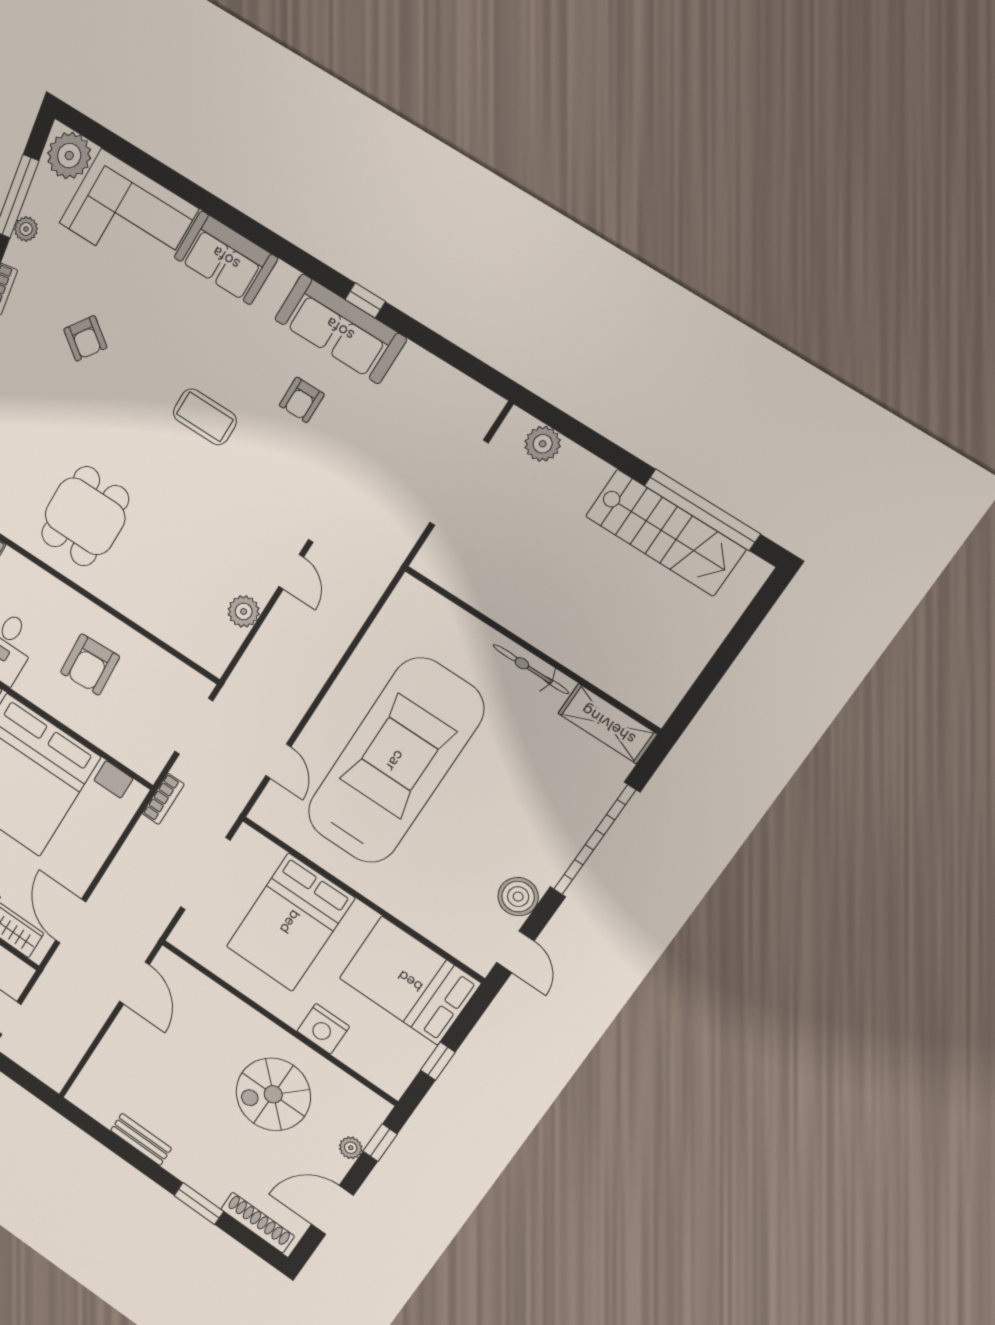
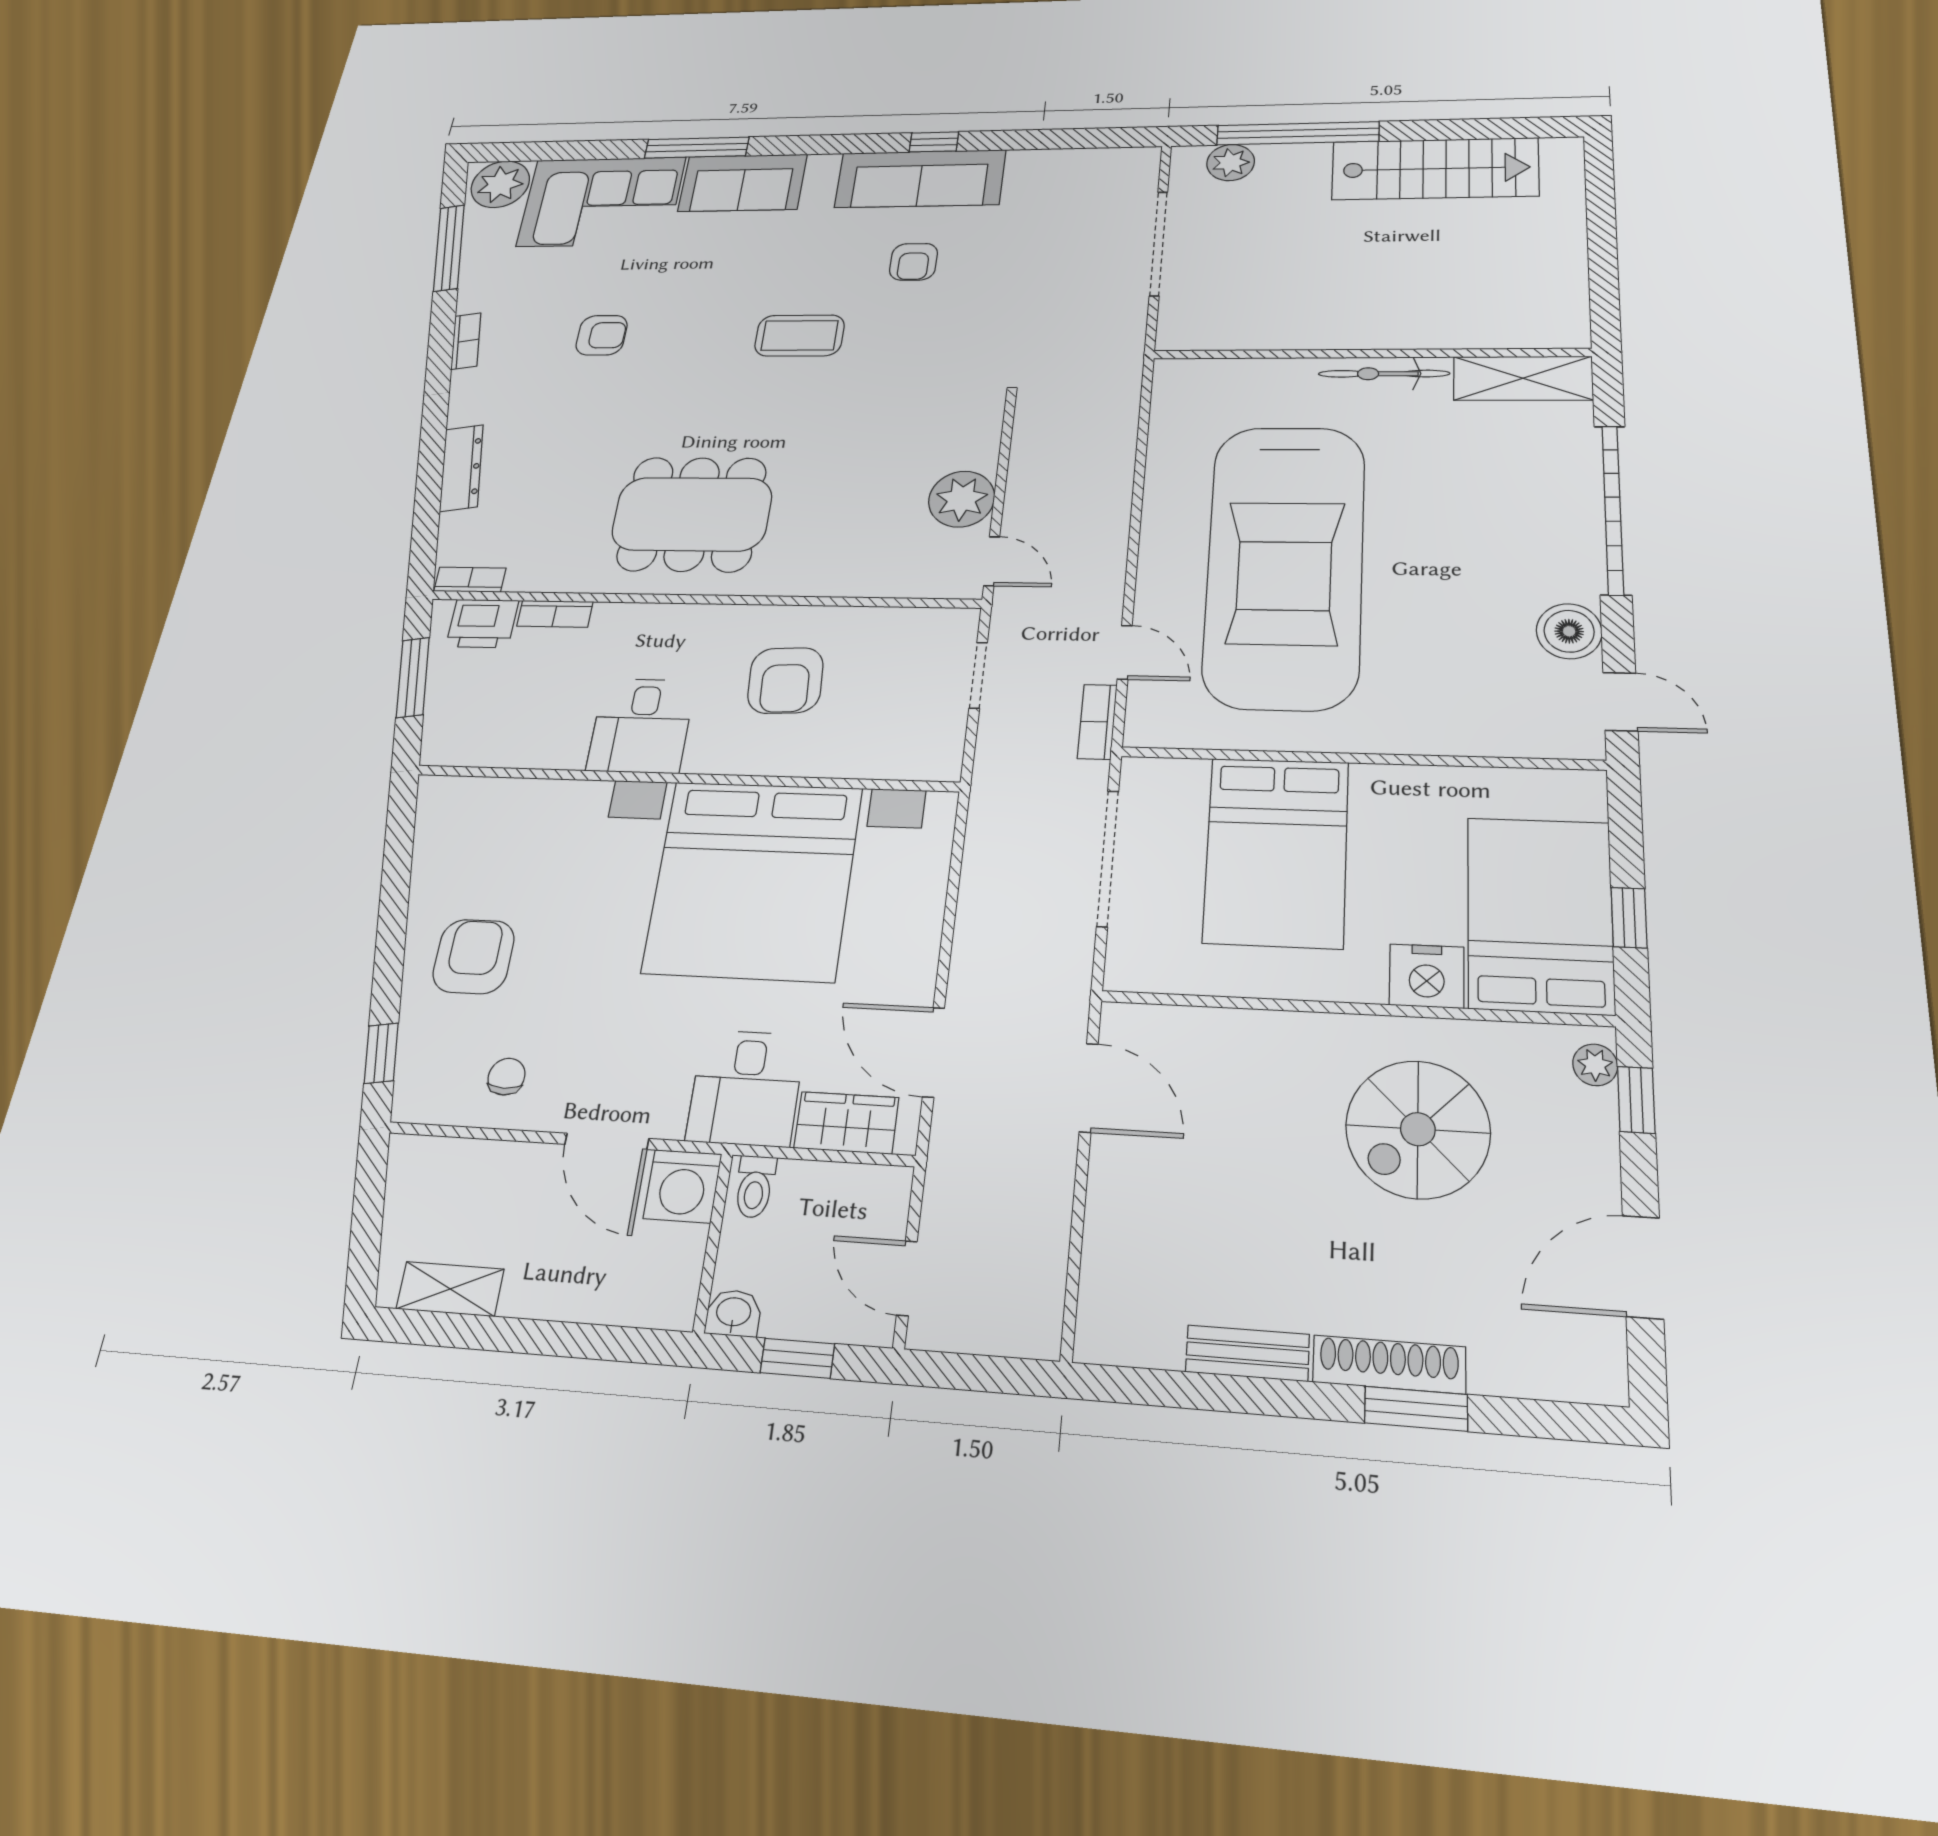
window: (210, 204) -> (697, 148), added
plant: (26, 229) -> (475, 271), removed
armchair: (85, 338) -> (602, 335), turned -36
window: (702, 510) -> (1298, 133), moved
dining table: (85, 516) -> (692, 514), width x1.38
door: (291, 572) -> (992, 561), moved
plant: (244, 611) -> (962, 499), width x1.36, depth x1.36
doorway: (194, 726) -> (978, 675), width x0.73
car: (395, 761) -> (1285, 564), turned 180
bookcase: (163, 799) -> (1097, 722), moved, turned 180
bed: (410, 981) -> (1540, 914), moved, turned 90
plant: (351, 1148) -> (1595, 1065), moved
shoe rack: (258, 1223) -> (1389, 1364), moved

